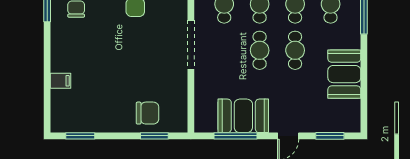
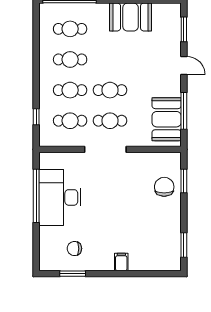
cafe table: (295, 50) -> (110, 121), moved
filing cabinet: (60, 81) -> (121, 262), moved
booth: (243, 116) -> (167, 119), moved

